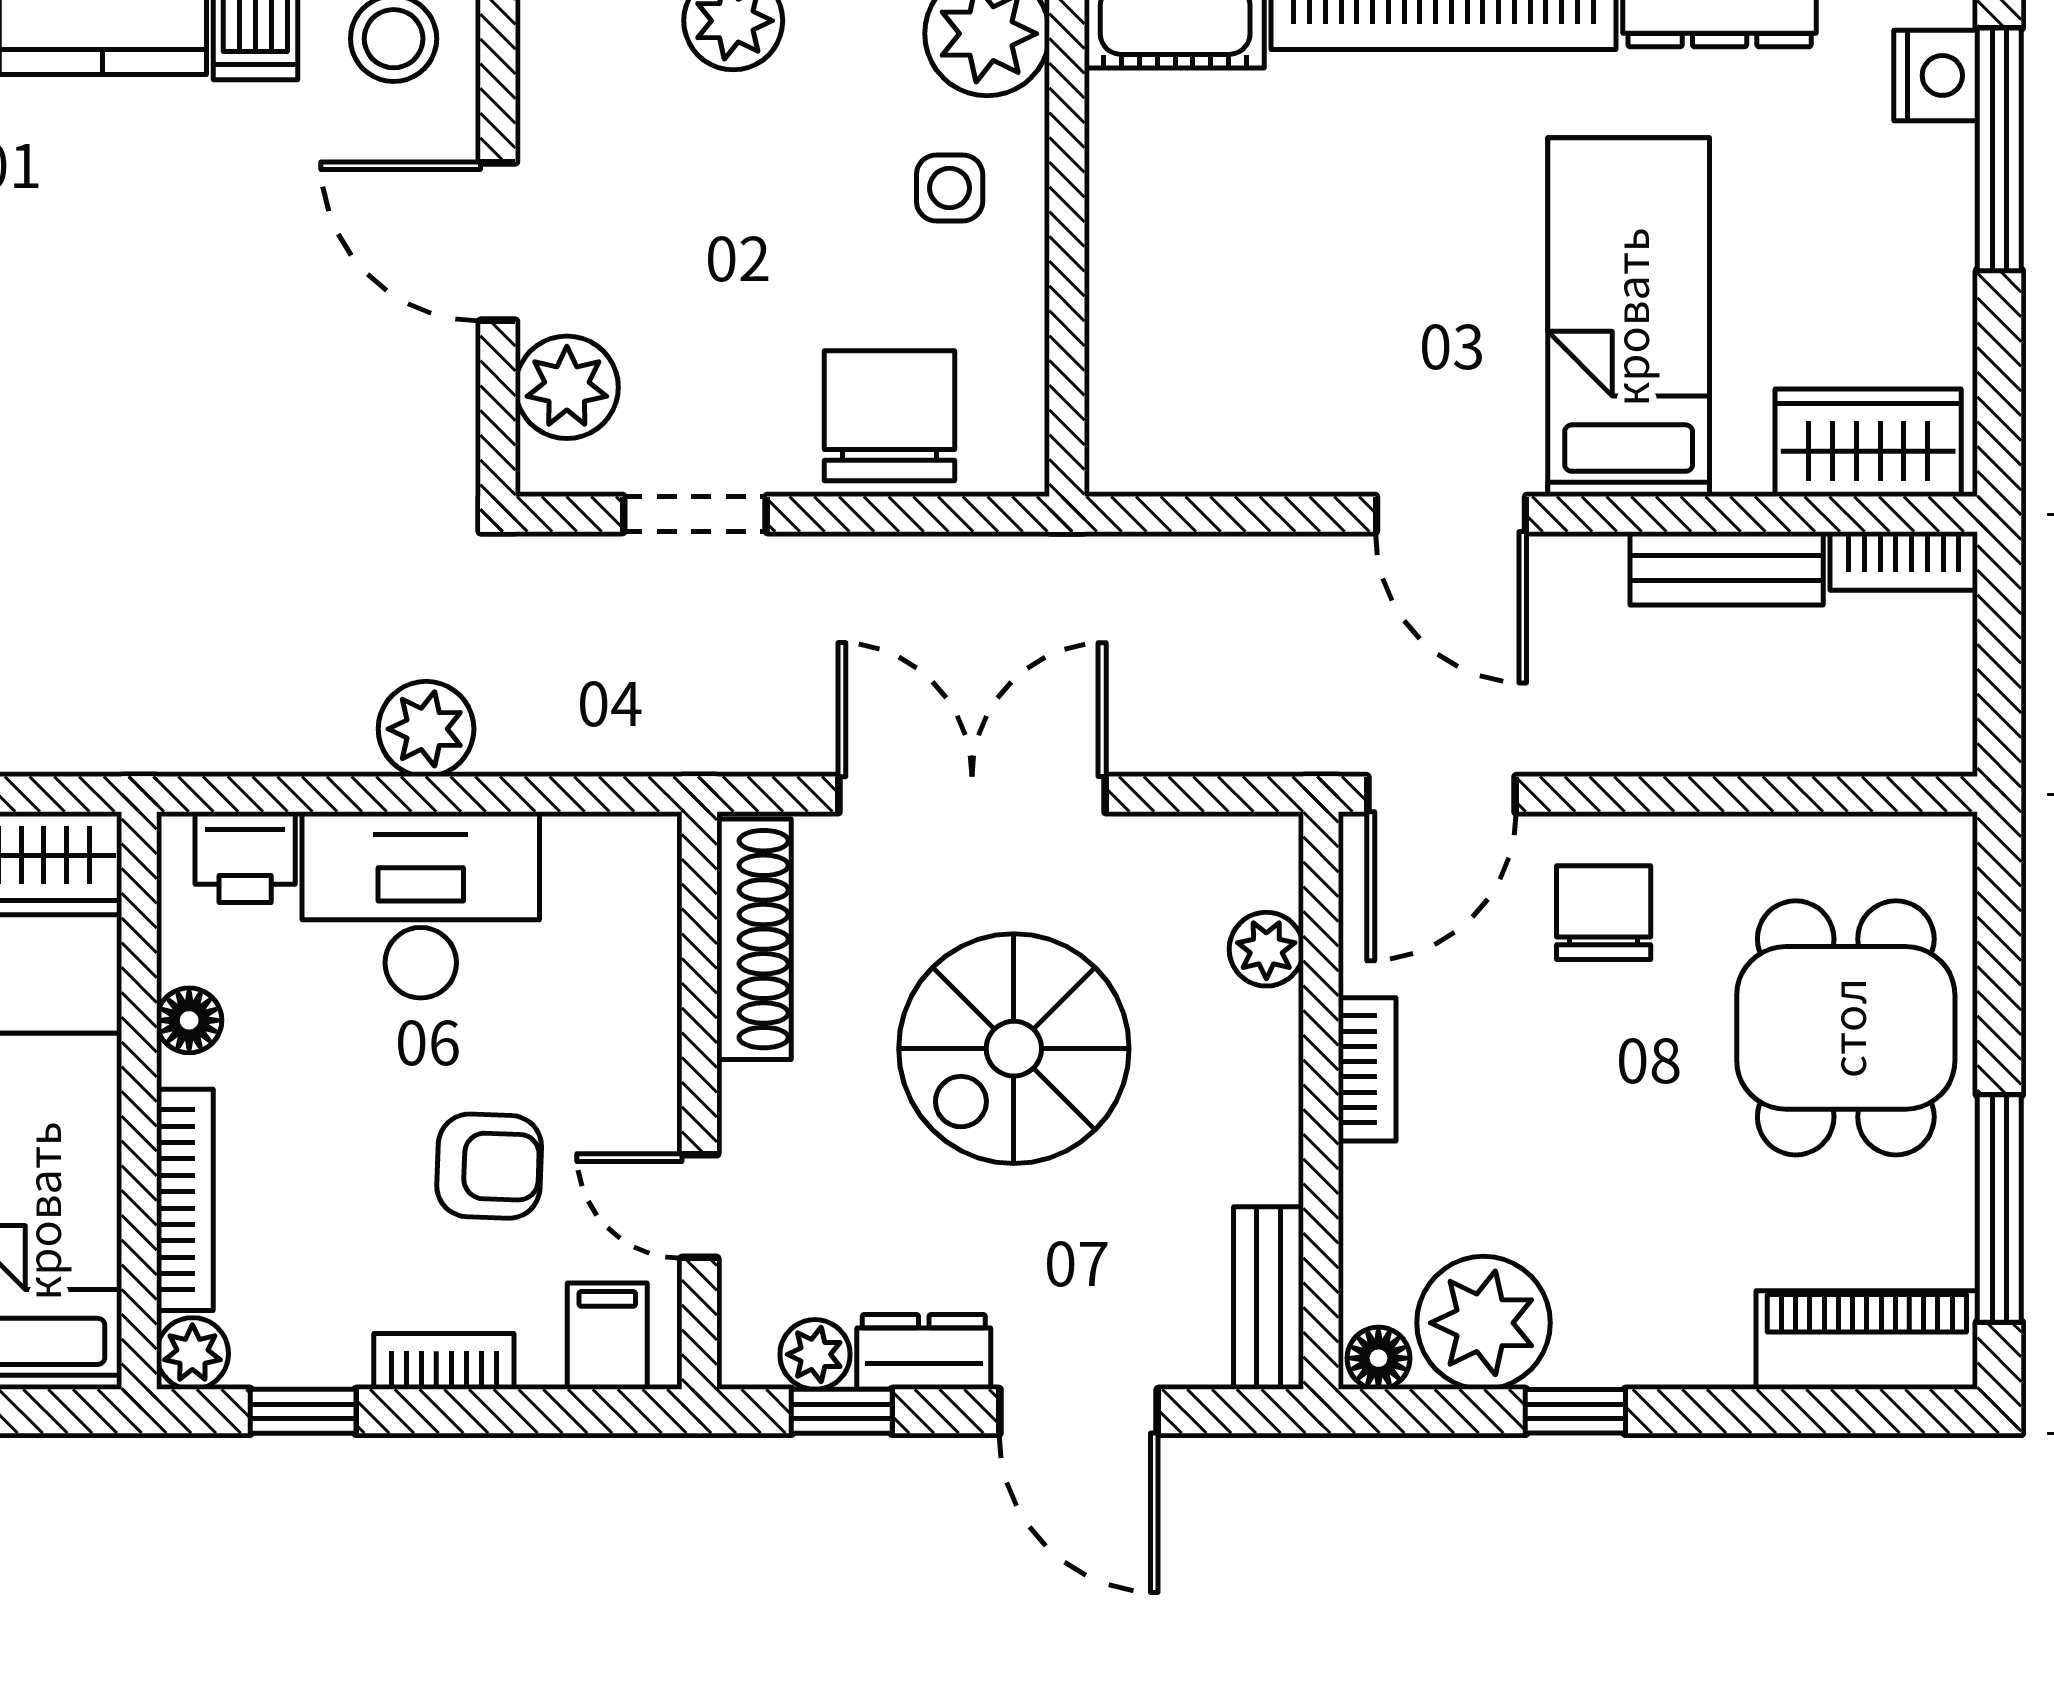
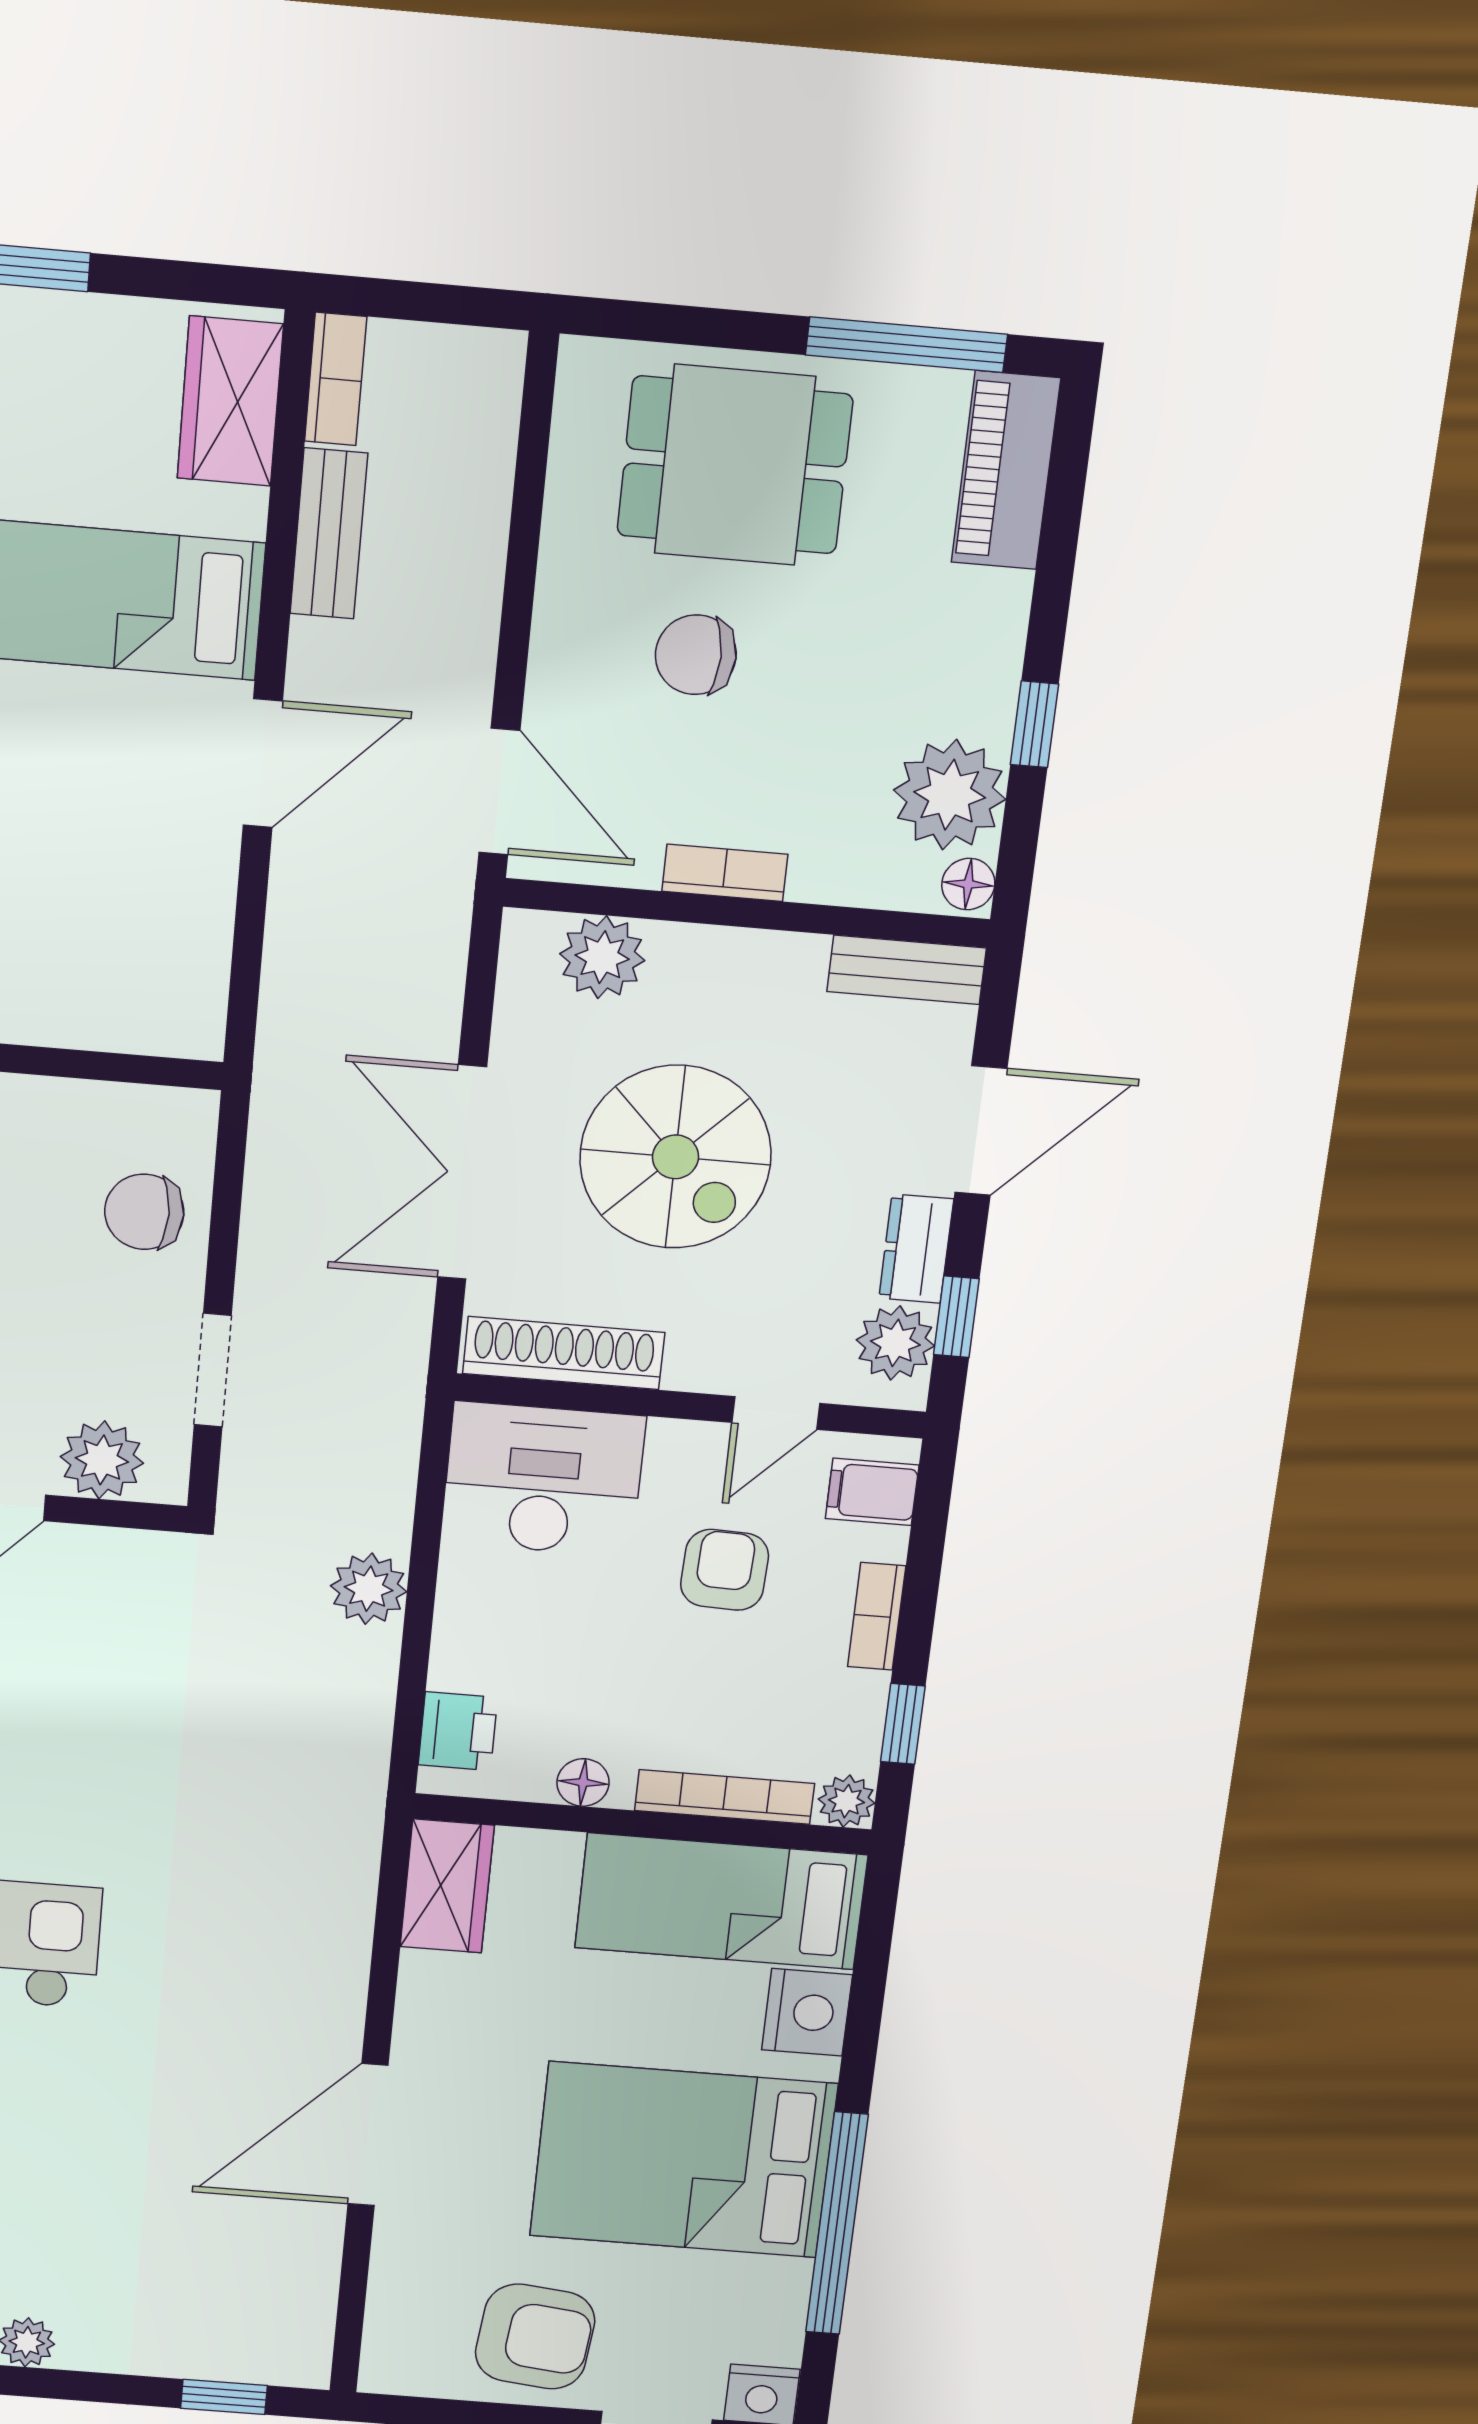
chair: (889, 416) -> (144, 1212), width x0.73, depth x0.73
desk: (421, 905) -> (543, 1479), moved, turned 90
chair: (1604, 913) -> (696, 655), moved
plant: (1266, 949) -> (602, 957), width x1.38, depth x1.38
plant: (815, 1354) -> (895, 1343), width x1.38, depth x1.38

